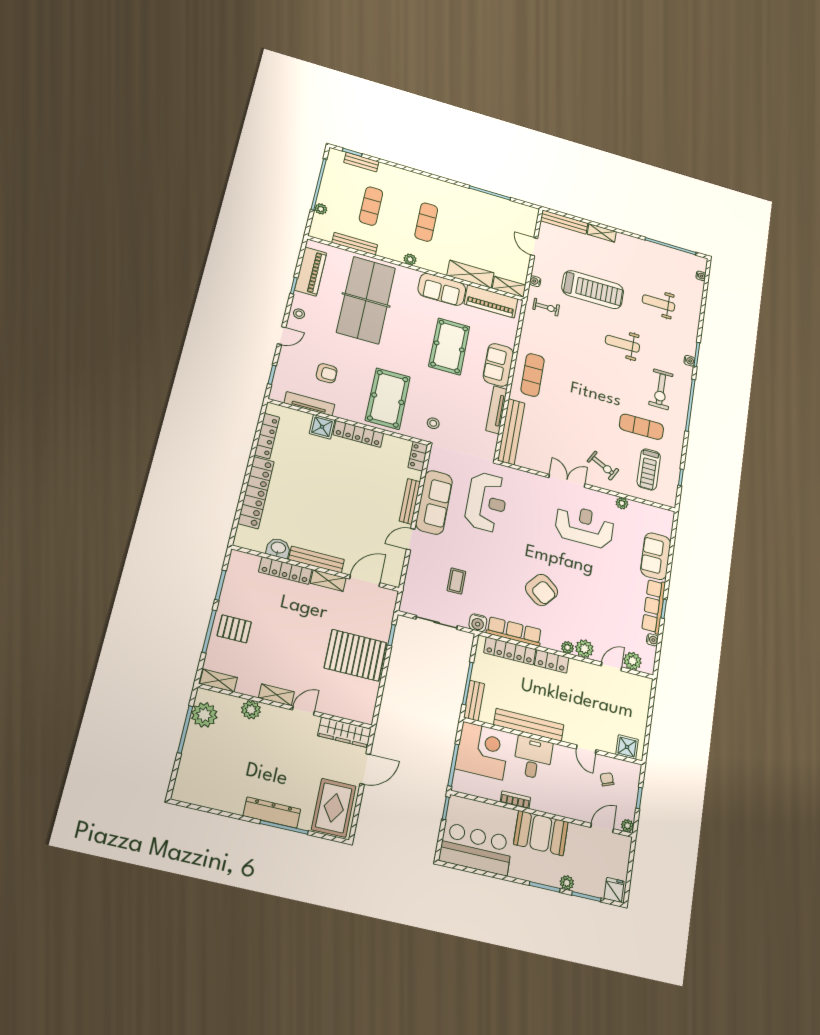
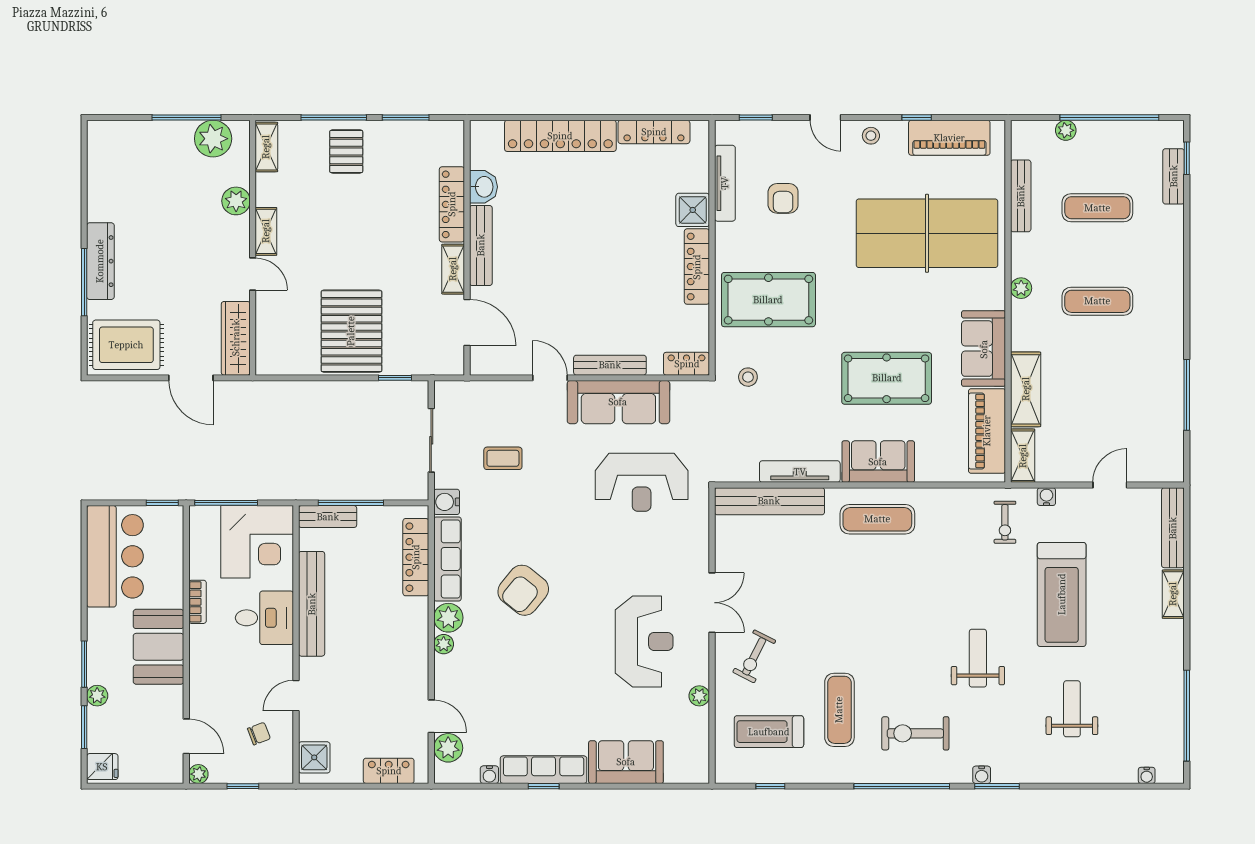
plant: (584, 649) -> (448, 618), moved
locker: (552, 661) -> (389, 771), moved, turned 90

